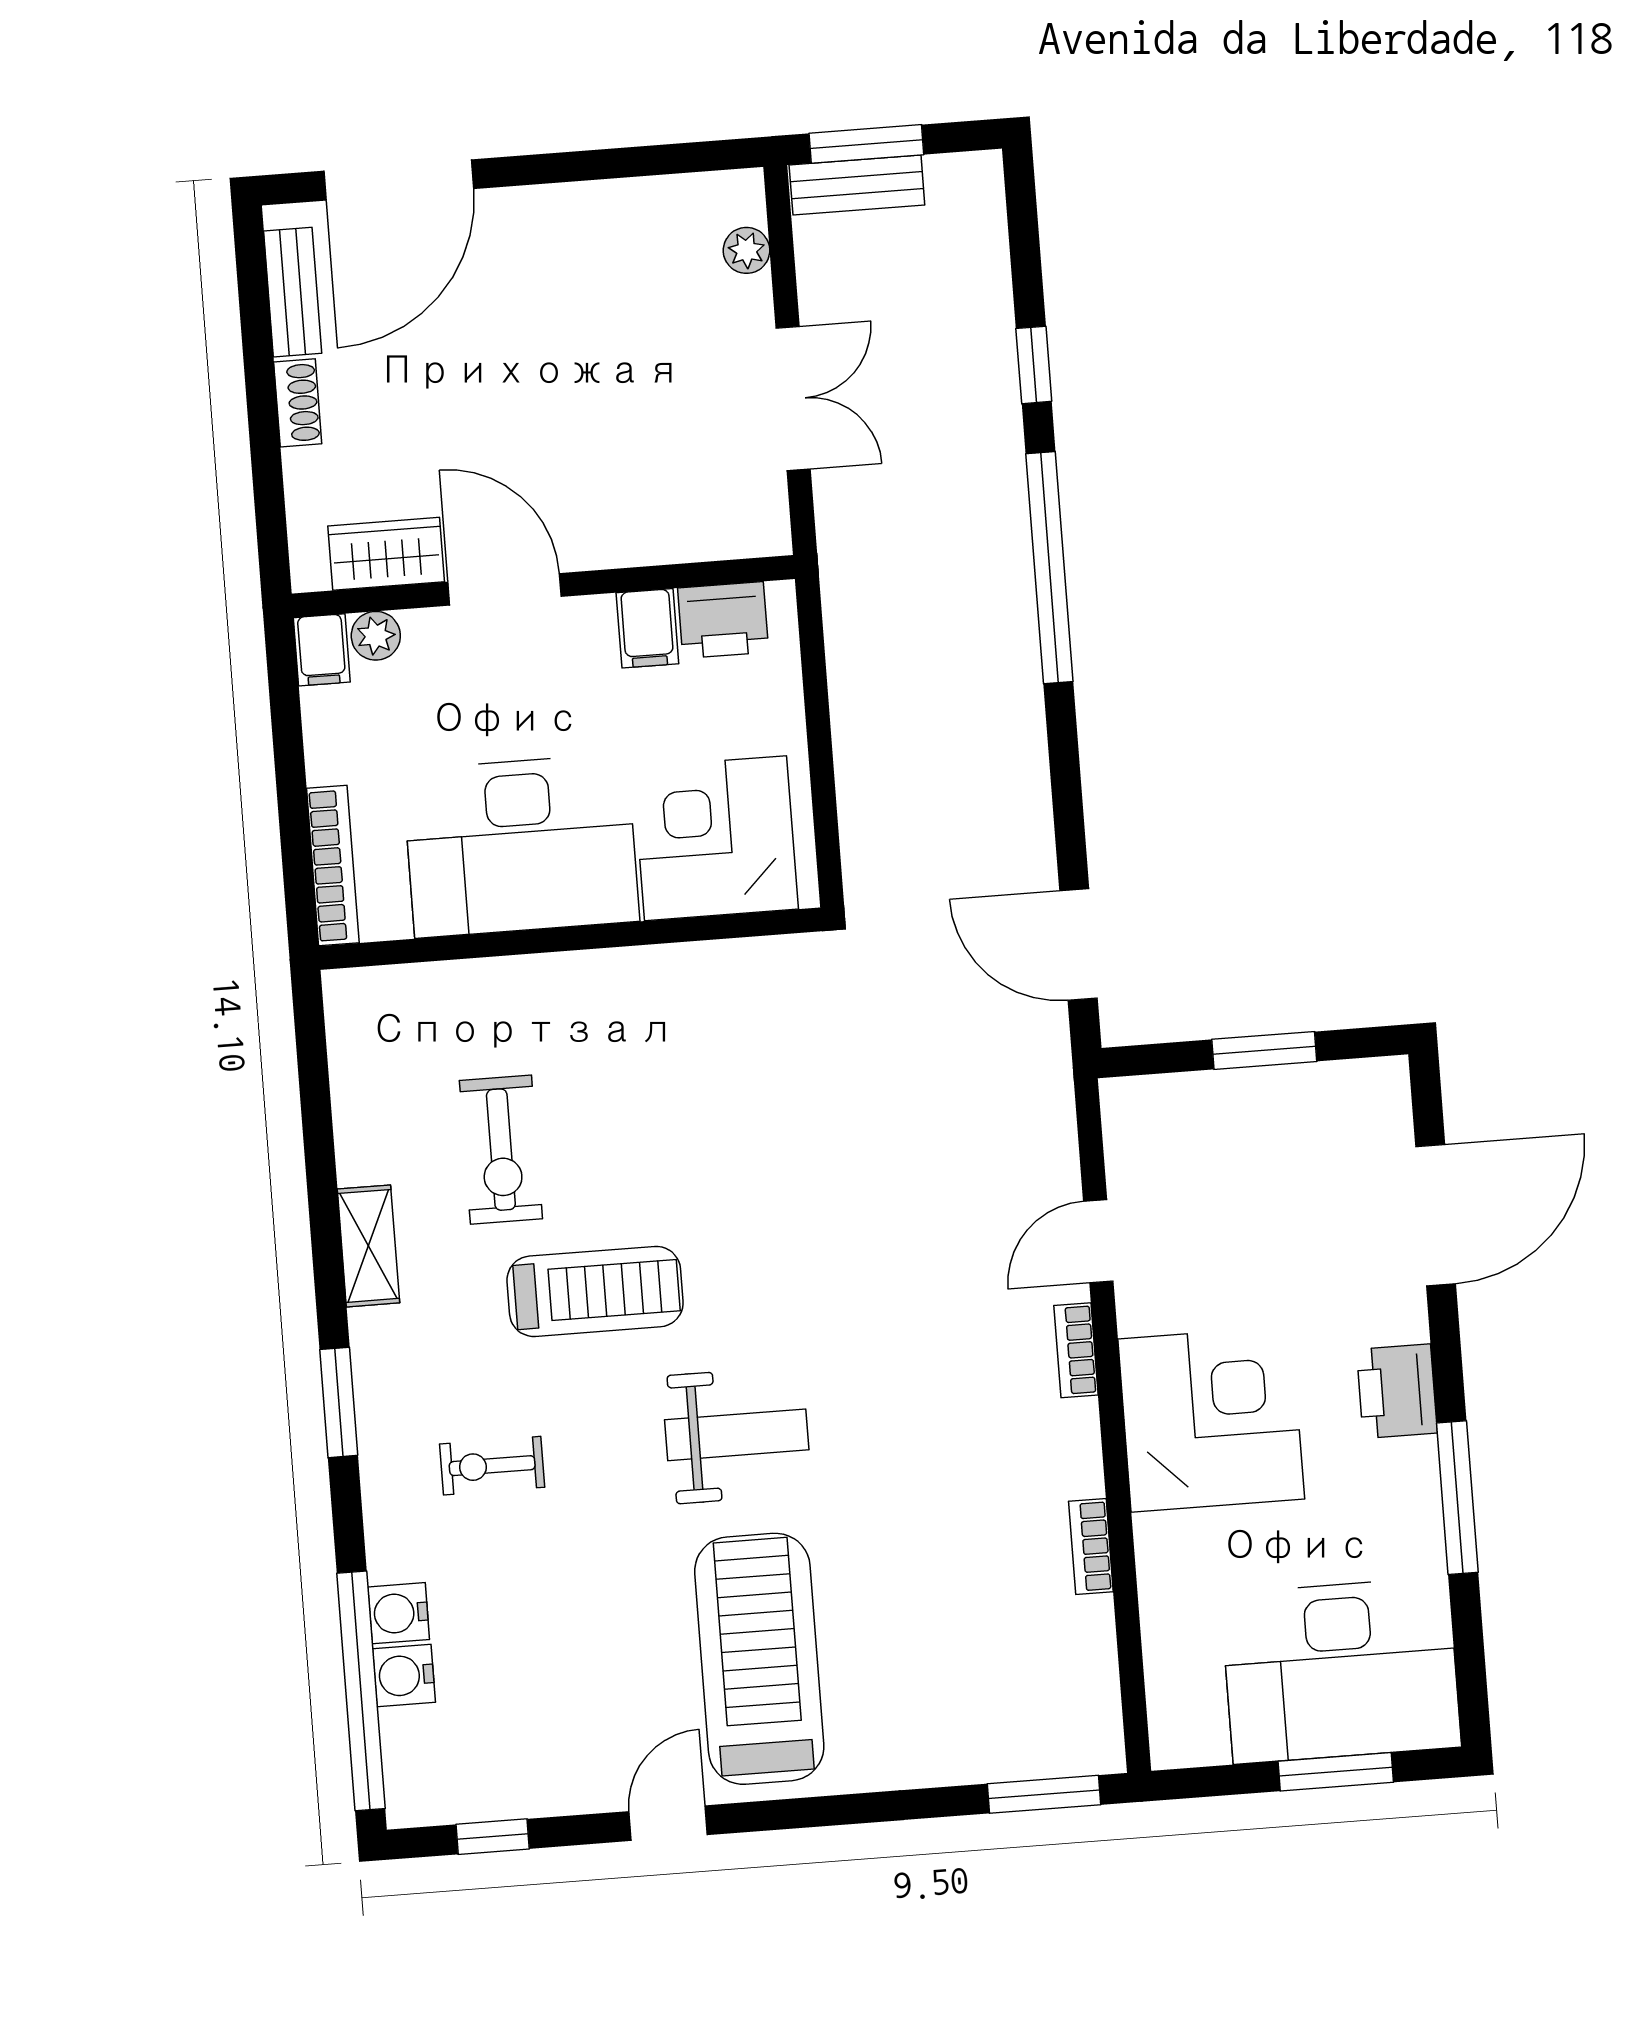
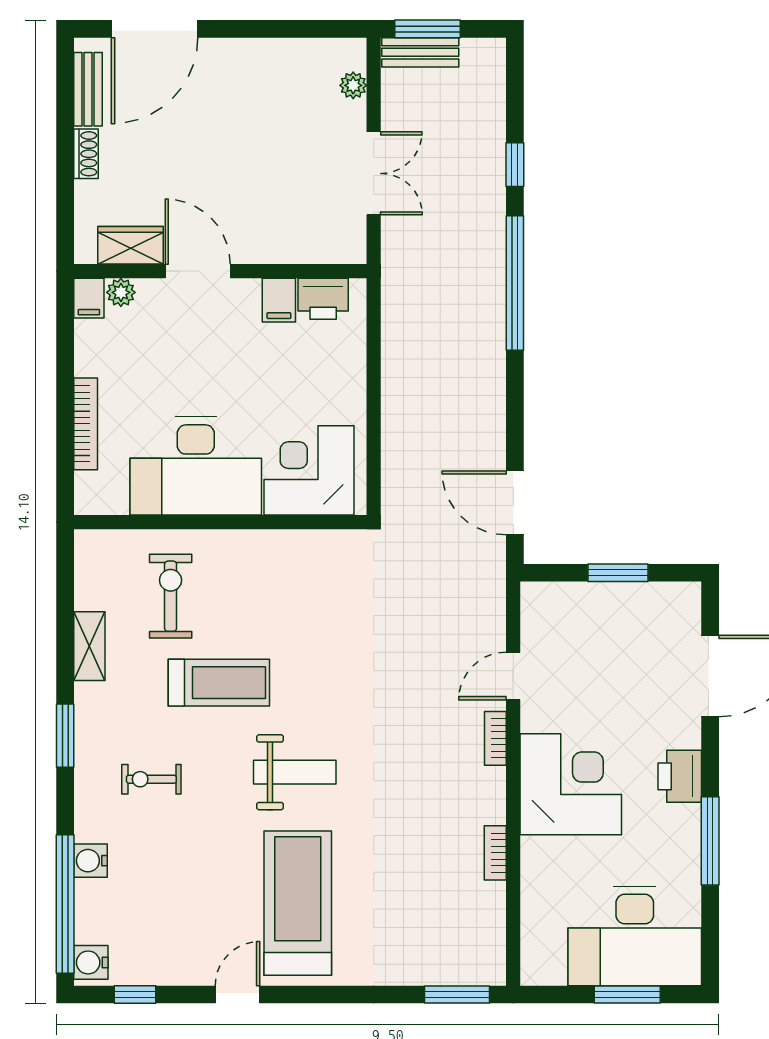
corner desk: (716, 838) -> (309, 470), moved
desk: (521, 846) -> (196, 466), moved
wall: (570, 939) -> (220, 522), moved
exercise bike: (501, 1150) -> (171, 596), turned 180
water cooler: (404, 1676) -> (91, 962), moved

